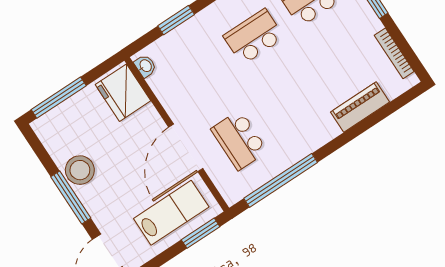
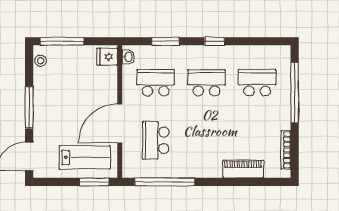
school desk: (196, 75) -> (156, 83), added
fridge: (123, 93) -> (107, 57), width x0.53, depth x0.75
stool: (80, 170) -> (41, 61), moved, width x0.53, depth x0.53

